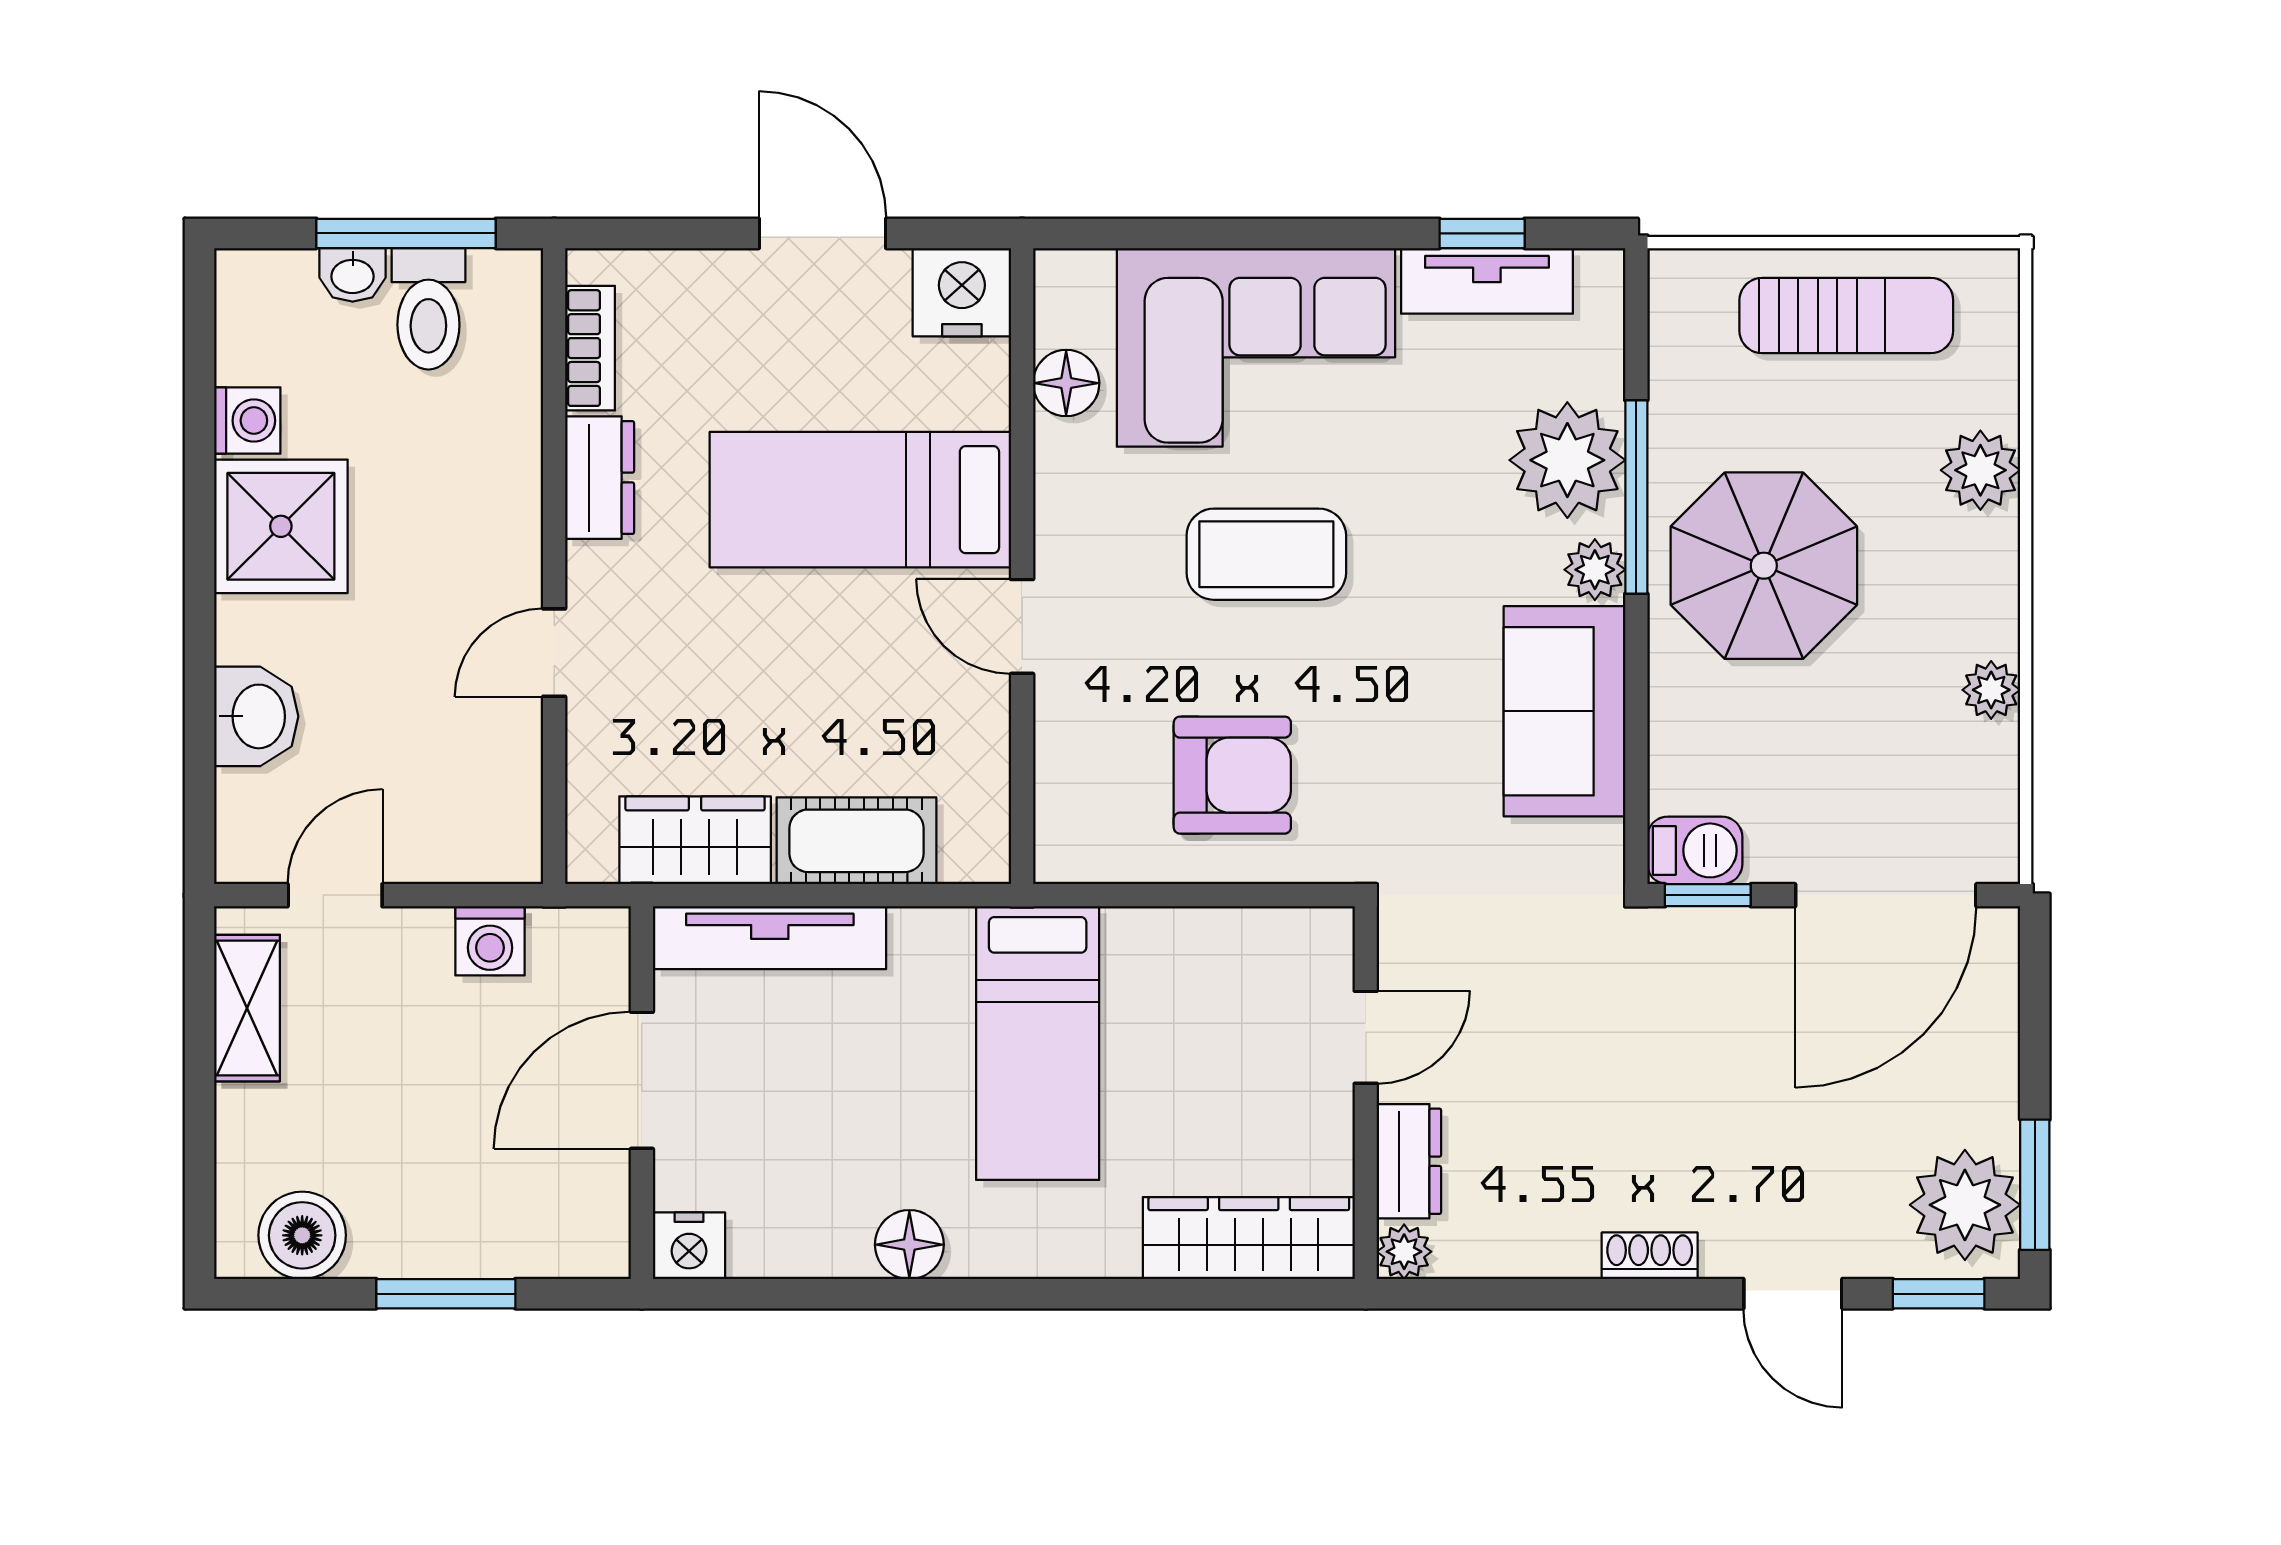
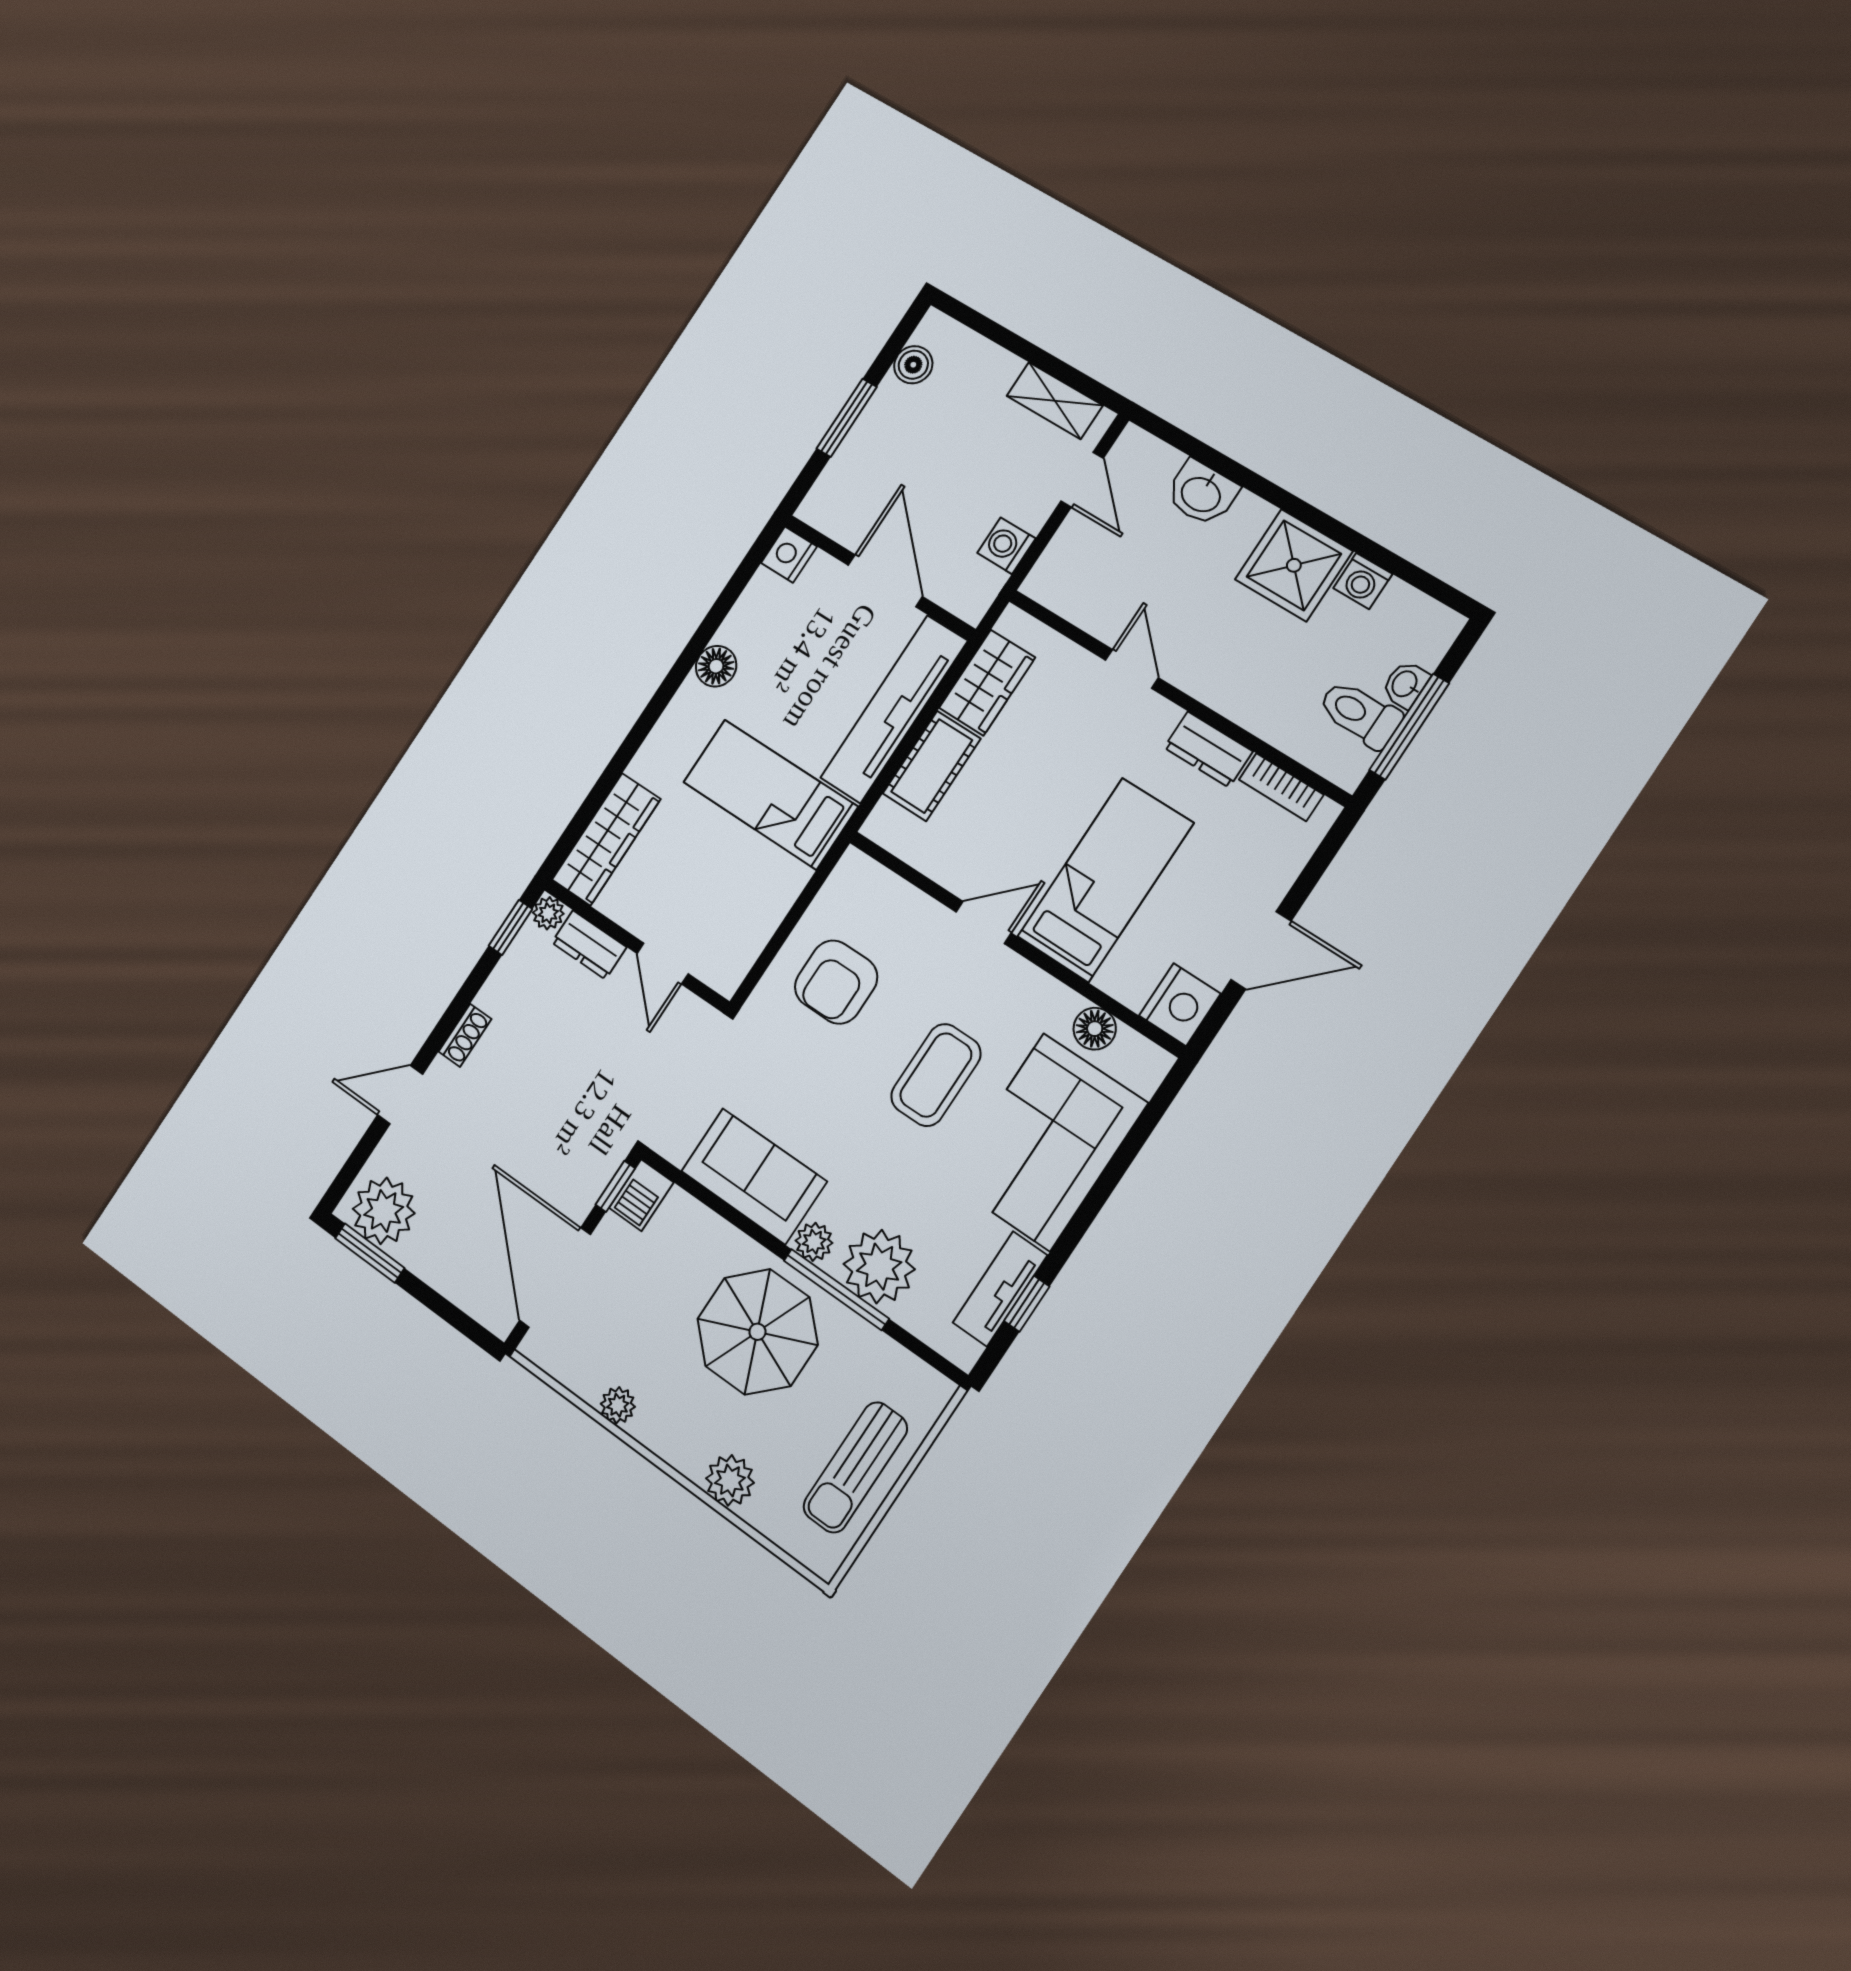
tv unit: (770, 938) -> (894, 709), width x1.36, depth x1.29
boiler: (302, 1235) -> (913, 365), width x0.73, depth x0.73
window: (1939, 1294) -> (510, 927), moved

